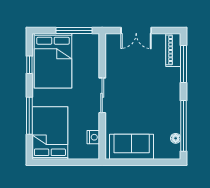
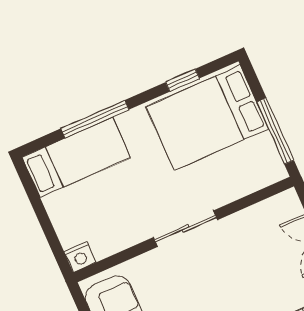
bed: (50, 133) -> (76, 157), width x0.67
nightstand: (93, 137) -> (80, 257), moved

